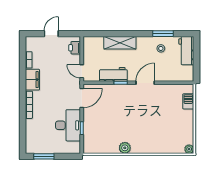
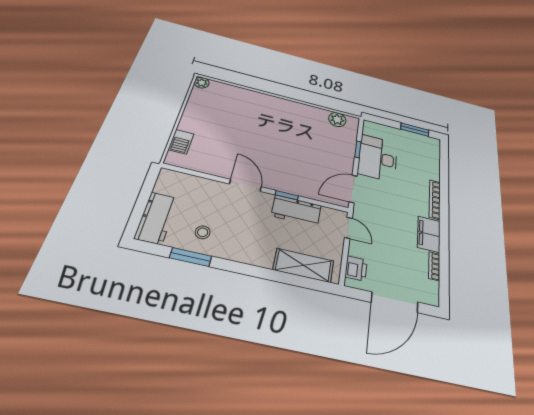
door: (51, 34) -> (395, 302), width x1.88
shelving: (120, 43) -> (304, 265), moved
door: (145, 83) -> (245, 185), swing flipped
plant: (125, 148) -> (337, 119), moved

